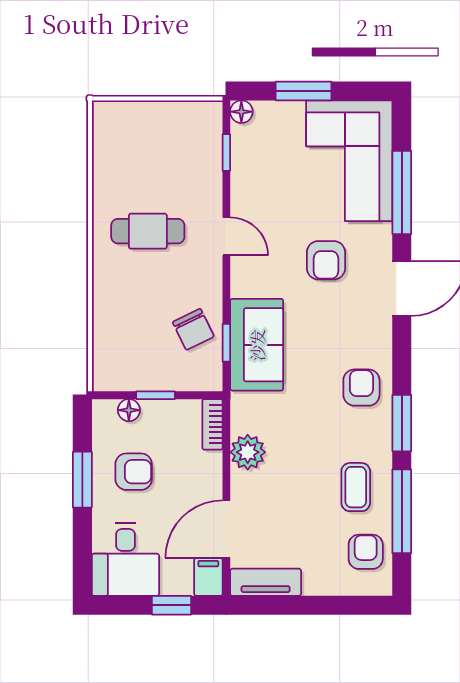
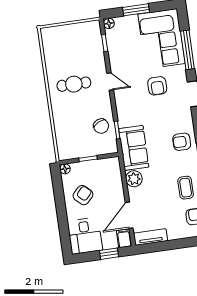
sofa: (257, 345) -> (134, 148), moved
armchair: (361, 388) -> (182, 142), turned -90
floor lamp: (129, 410) -> (65, 169), moved
bookcase: (212, 424) -> (116, 168), removed
armchair: (134, 472) -> (83, 195), turned -47
window: (82, 480) -> (60, 202), removed

